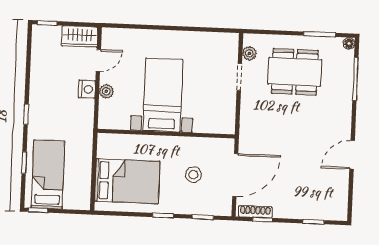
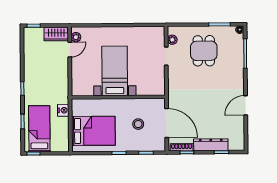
dining table: (295, 72) -> (204, 51), width x0.73
nightstand: (87, 89) -> (63, 110), moved
plant: (106, 91) -> (76, 37), moved
door: (235, 175) -> (167, 123), hinge flipped
dresser: (298, 210) -> (211, 145), added

